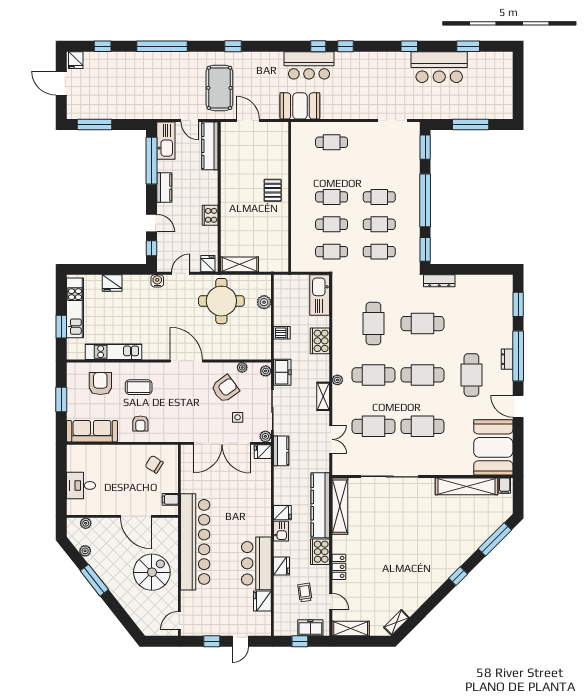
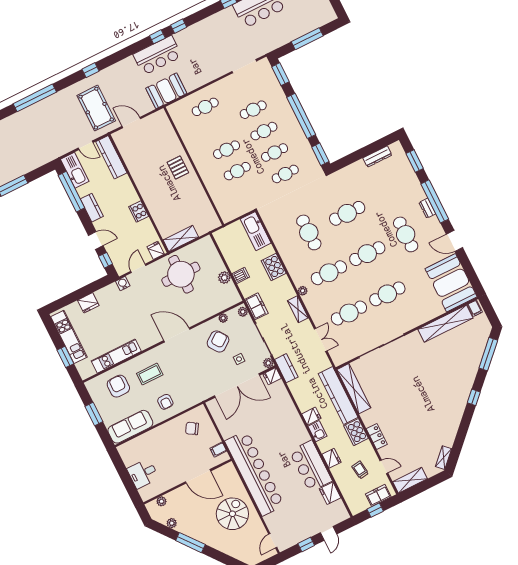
cafe table: (332, 252) -> (253, 110), moved
dresser: (439, 281) -> (377, 156), moved
plant: (264, 302) -> (224, 278), moved

